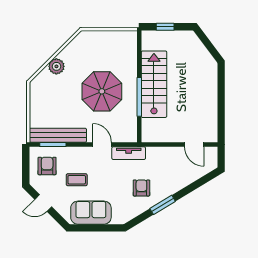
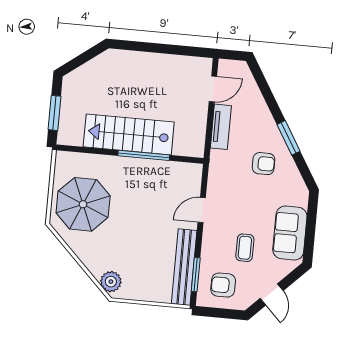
window: (165, 27) -> (54, 113), width x1.50
plant: (56, 66) -> (111, 282), moved
parasol: (102, 91) -> (83, 204), moved
tv unit: (129, 153) -> (221, 127), moved
armchair: (141, 188) -> (264, 164), turned 180

